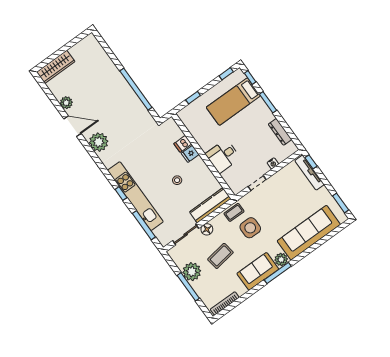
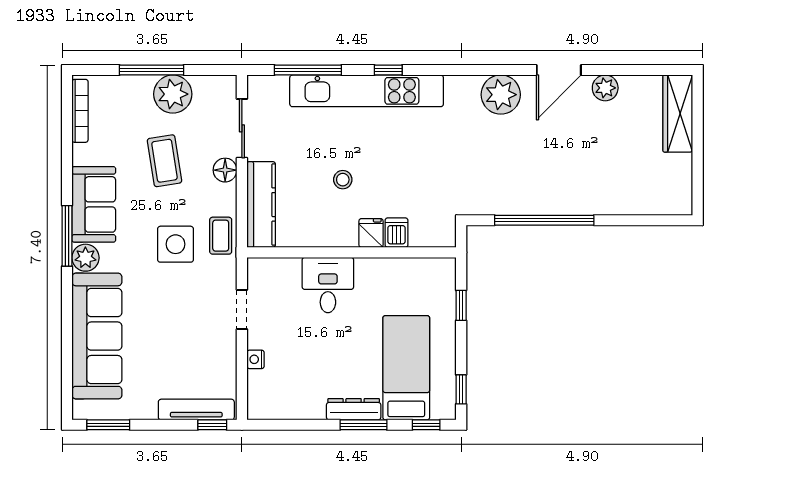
dresser: (280, 132) -> (354, 409), moved

